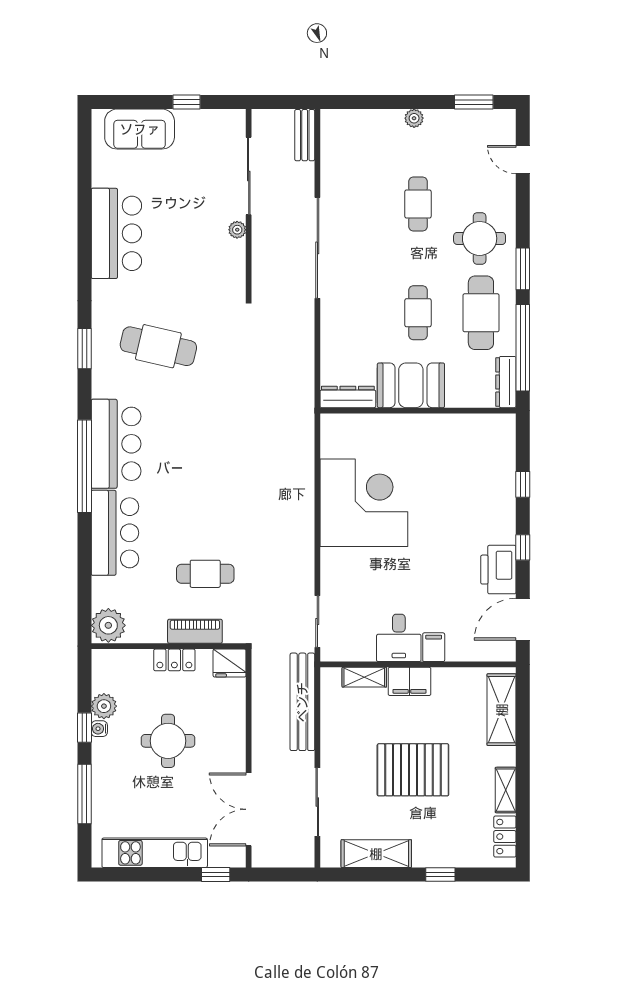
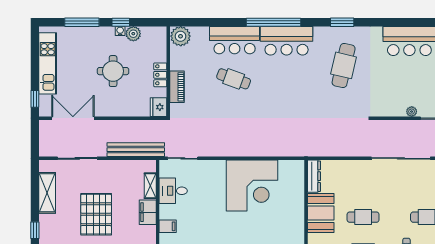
cafe table: (205, 574) -> (234, 79), moved, turned -70
desk: (399, 638) -> (173, 191), moved

